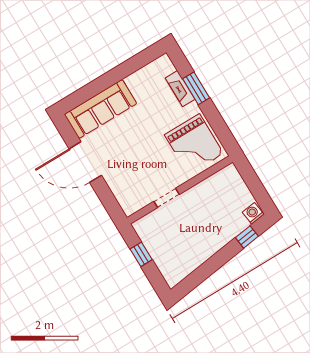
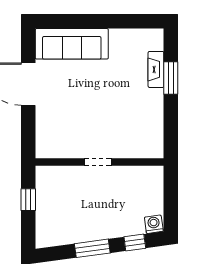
grand piano: (194, 144) -> (138, 128), removed
doorway: (167, 198) -> (98, 162), moved
window: (216, 262) -> (92, 248), added

